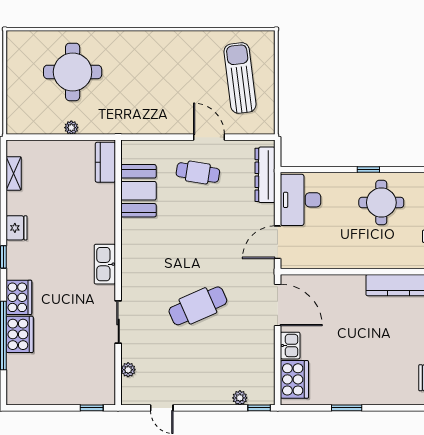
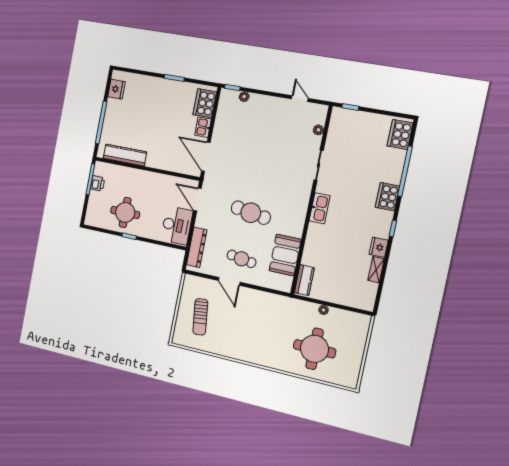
sun lounger: (240, 78) -> (200, 317), width x0.73, depth x0.75
shelving: (14, 173) -> (376, 270), moved
door: (278, 242) -> (197, 200), swing flipped
cafe table: (198, 306) -> (251, 213), moved, turned 33
cooker: (20, 334) -> (400, 134), moved

